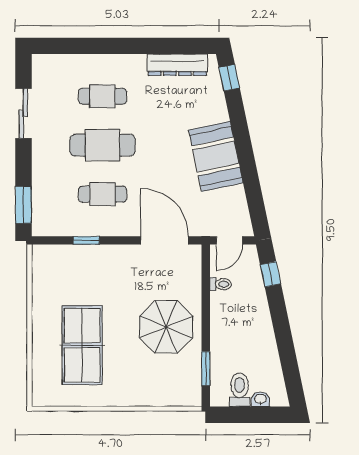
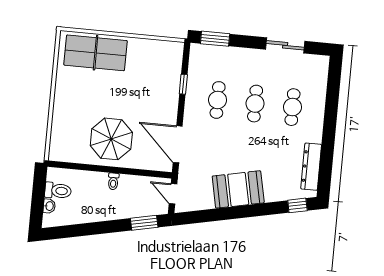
cafe table: (102, 145) -> (255, 104), width x0.73, depth x0.74
door: (165, 240) -> (178, 144), swing flipped
window: (271, 274) -> (144, 223), width x1.50
toilet: (221, 284) -> (113, 181), moved
table tennis table: (82, 345) -> (96, 53), moved
window: (206, 369) -> (77, 166), removed

